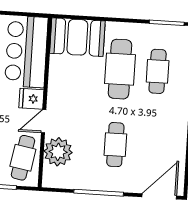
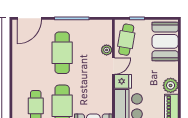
cafe table: (115, 145) -> (62, 53), width x1.37, depth x1.35
plant: (58, 152) -> (107, 50), width x0.53, depth x0.53

